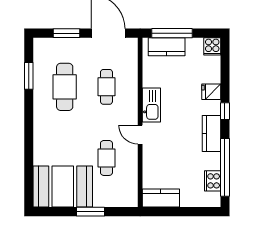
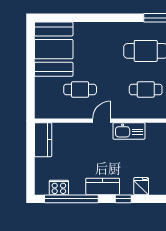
window: (91, 212) -> (30, 75), removed

